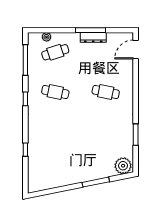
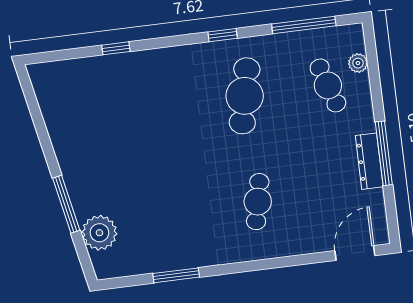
door: (136, 49) -> (355, 253), hinge flipped
cafe table: (55, 92) -> (245, 96), width x1.37, depth x1.35
plant: (123, 166) -> (99, 233), moved

